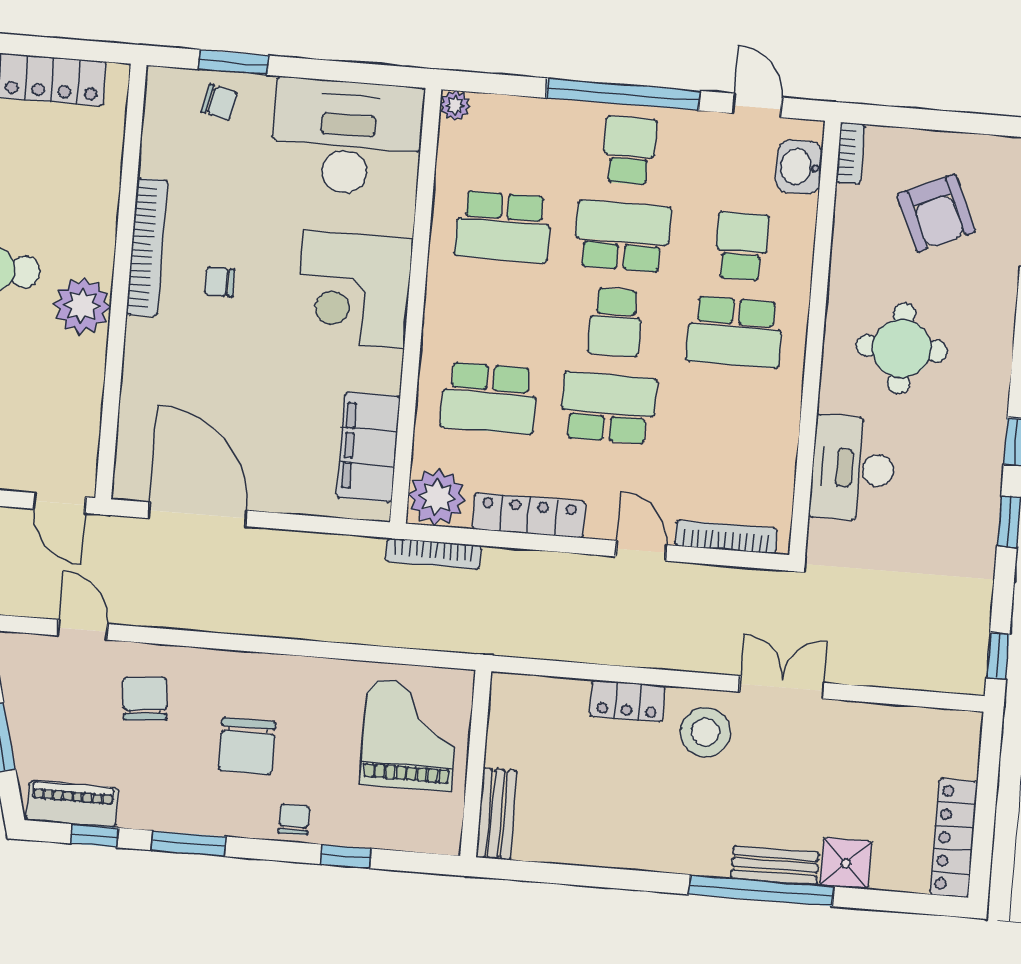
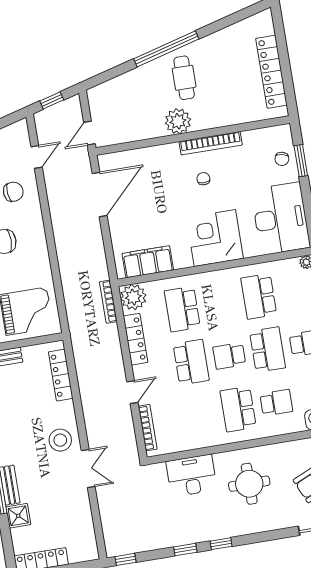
locker: (627, 701) -> (61, 375), moved, width x1.53

